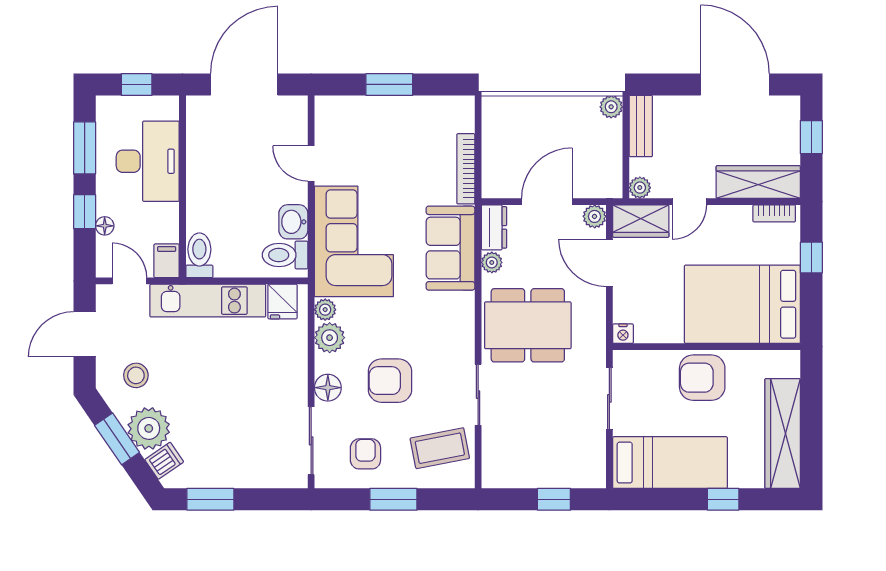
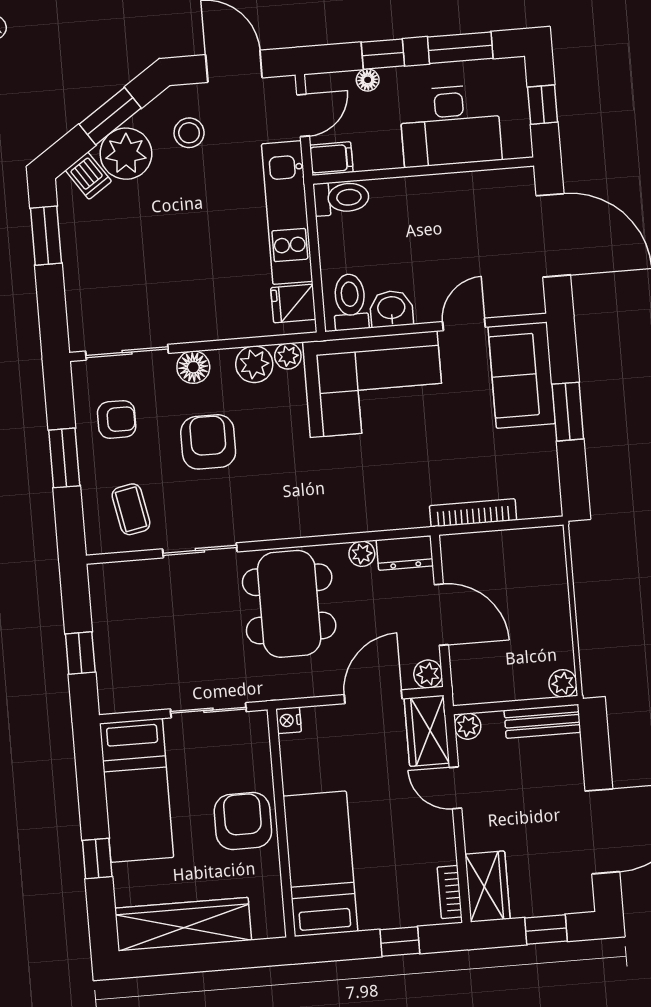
wardrobe: (758, 182) -> (488, 887), width x0.67
sofa: (450, 248) -> (522, 375), moved, turned -90
bed: (742, 304) -> (320, 864), width x0.67
coffee table: (440, 448) -> (131, 509), width x0.73, depth x0.77

